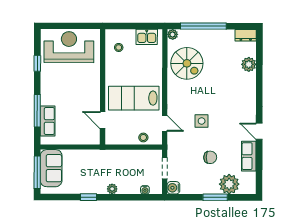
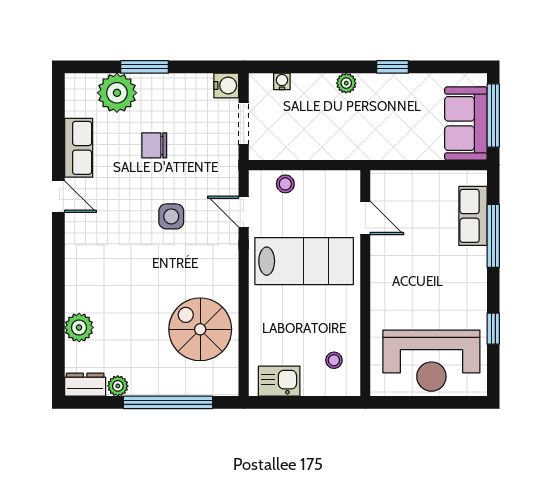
plant: (173, 34) -> (118, 386), moved

